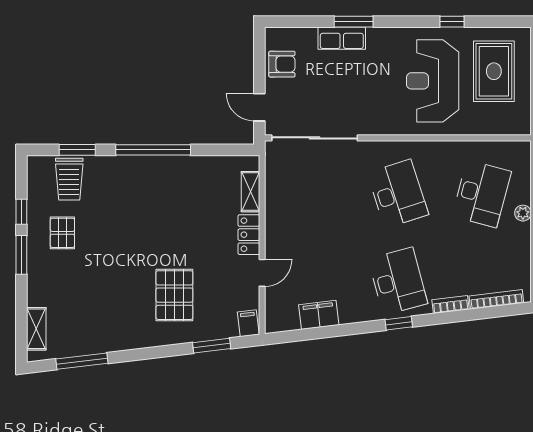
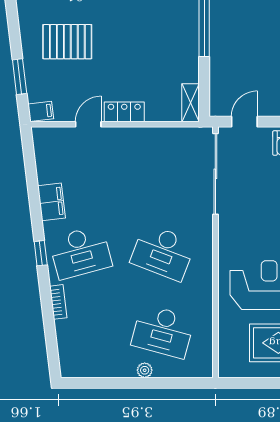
shelving: (250, 192) -> (191, 103), moved, turned 90
desk: (398, 194) -> (163, 252), turned 39
door: (262, 273) -> (88, 124), swing flipped
bookcase: (496, 299) -> (63, 345), removed
filing cabinet: (319, 315) -> (51, 202), moved

